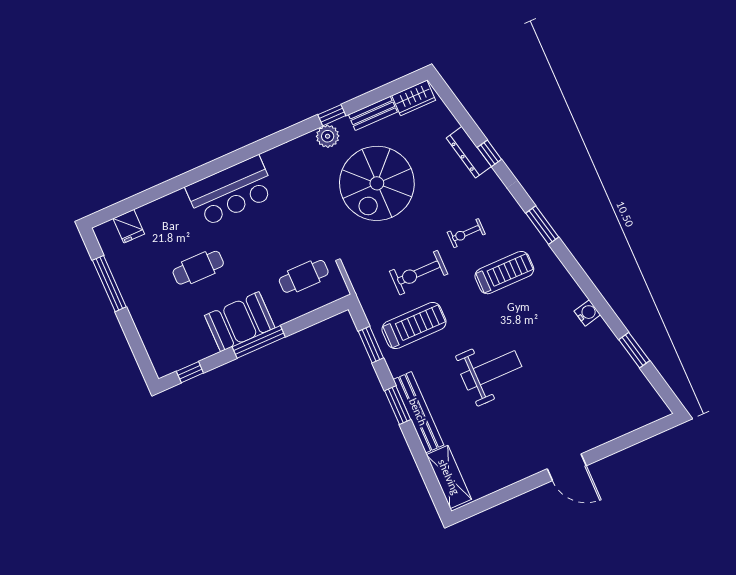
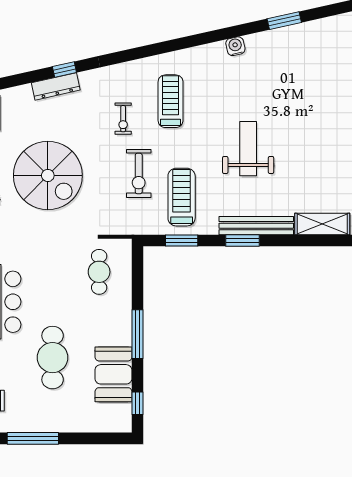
window: (542, 225) -> (145, 52), removed
cafe table: (198, 268) -> (53, 358), width x1.37, depth x1.35
booth: (240, 322) -> (113, 374), moved

